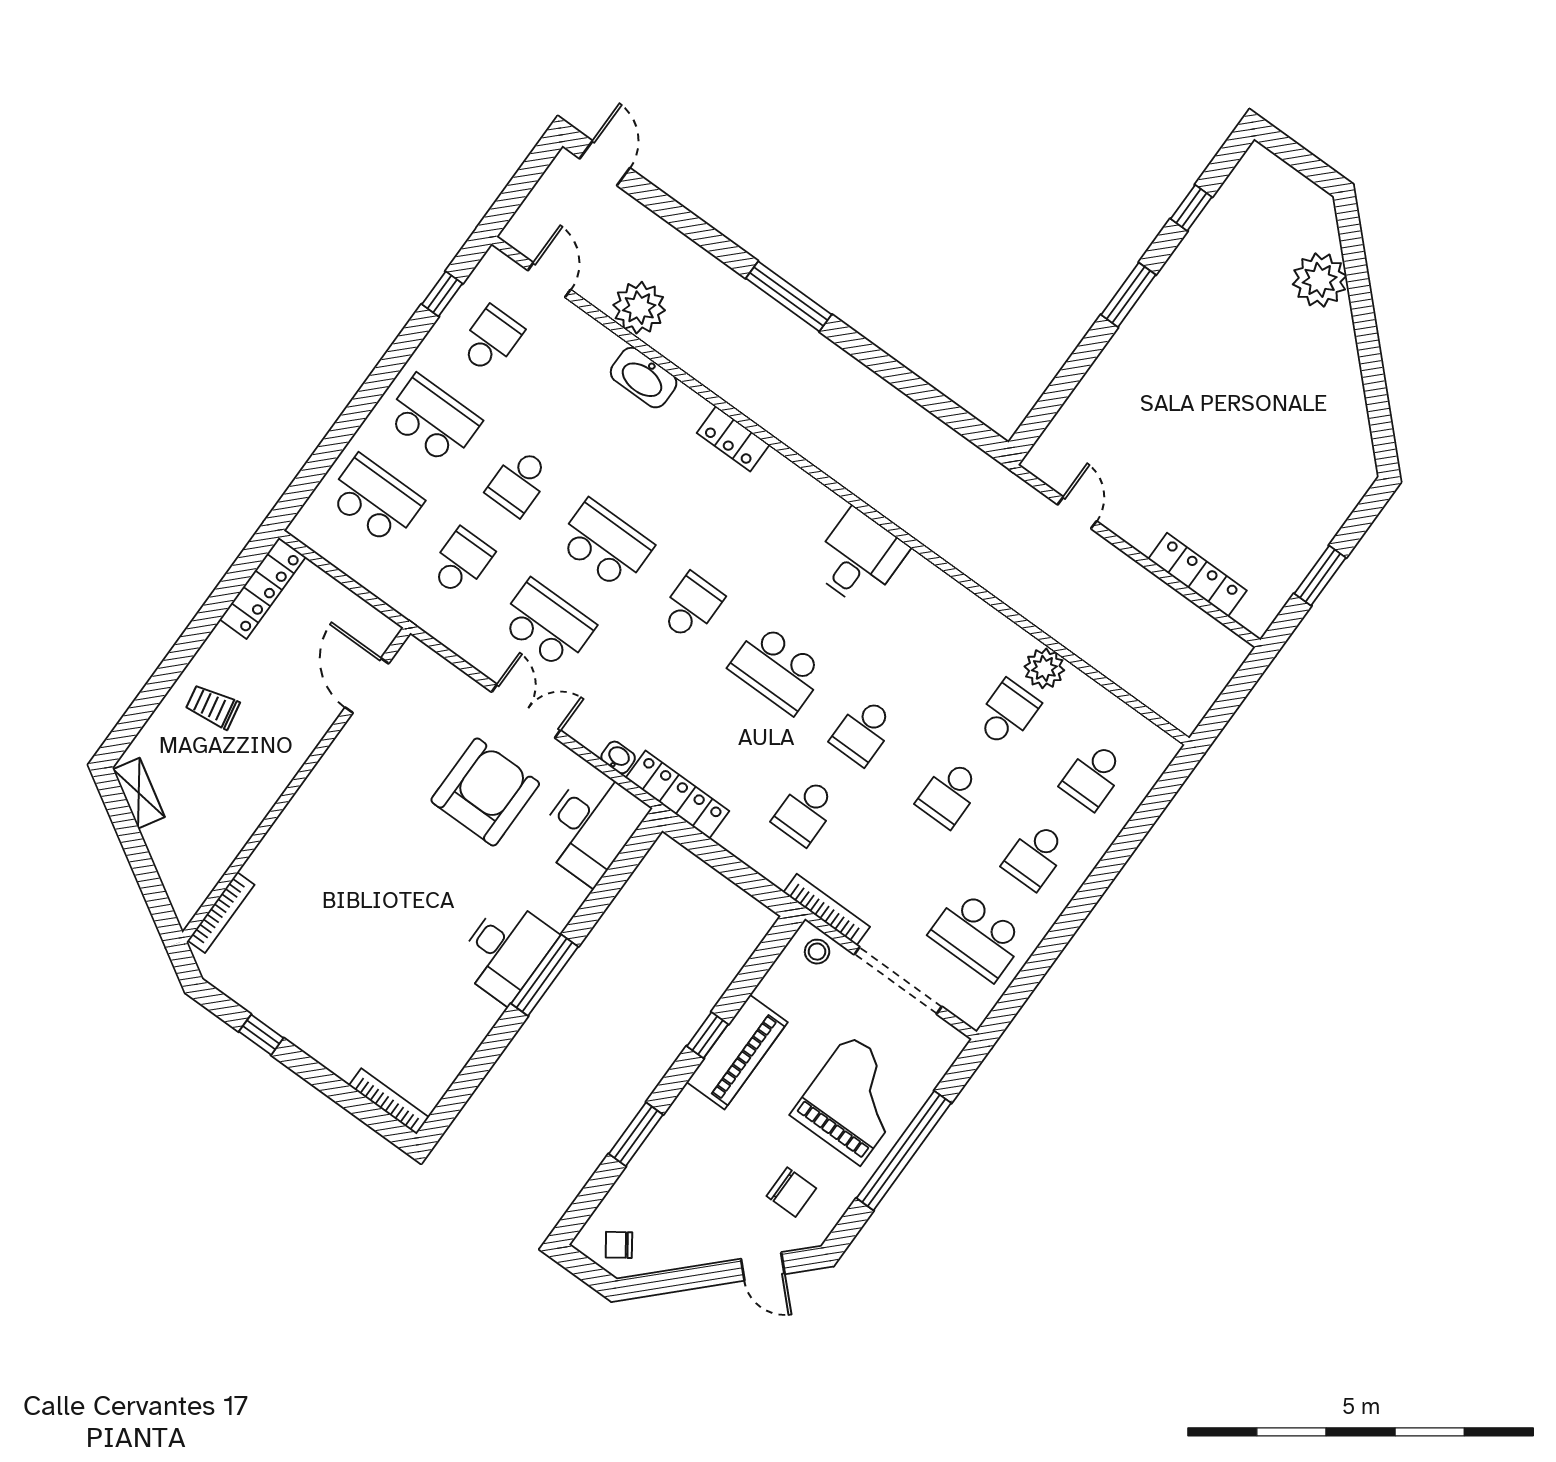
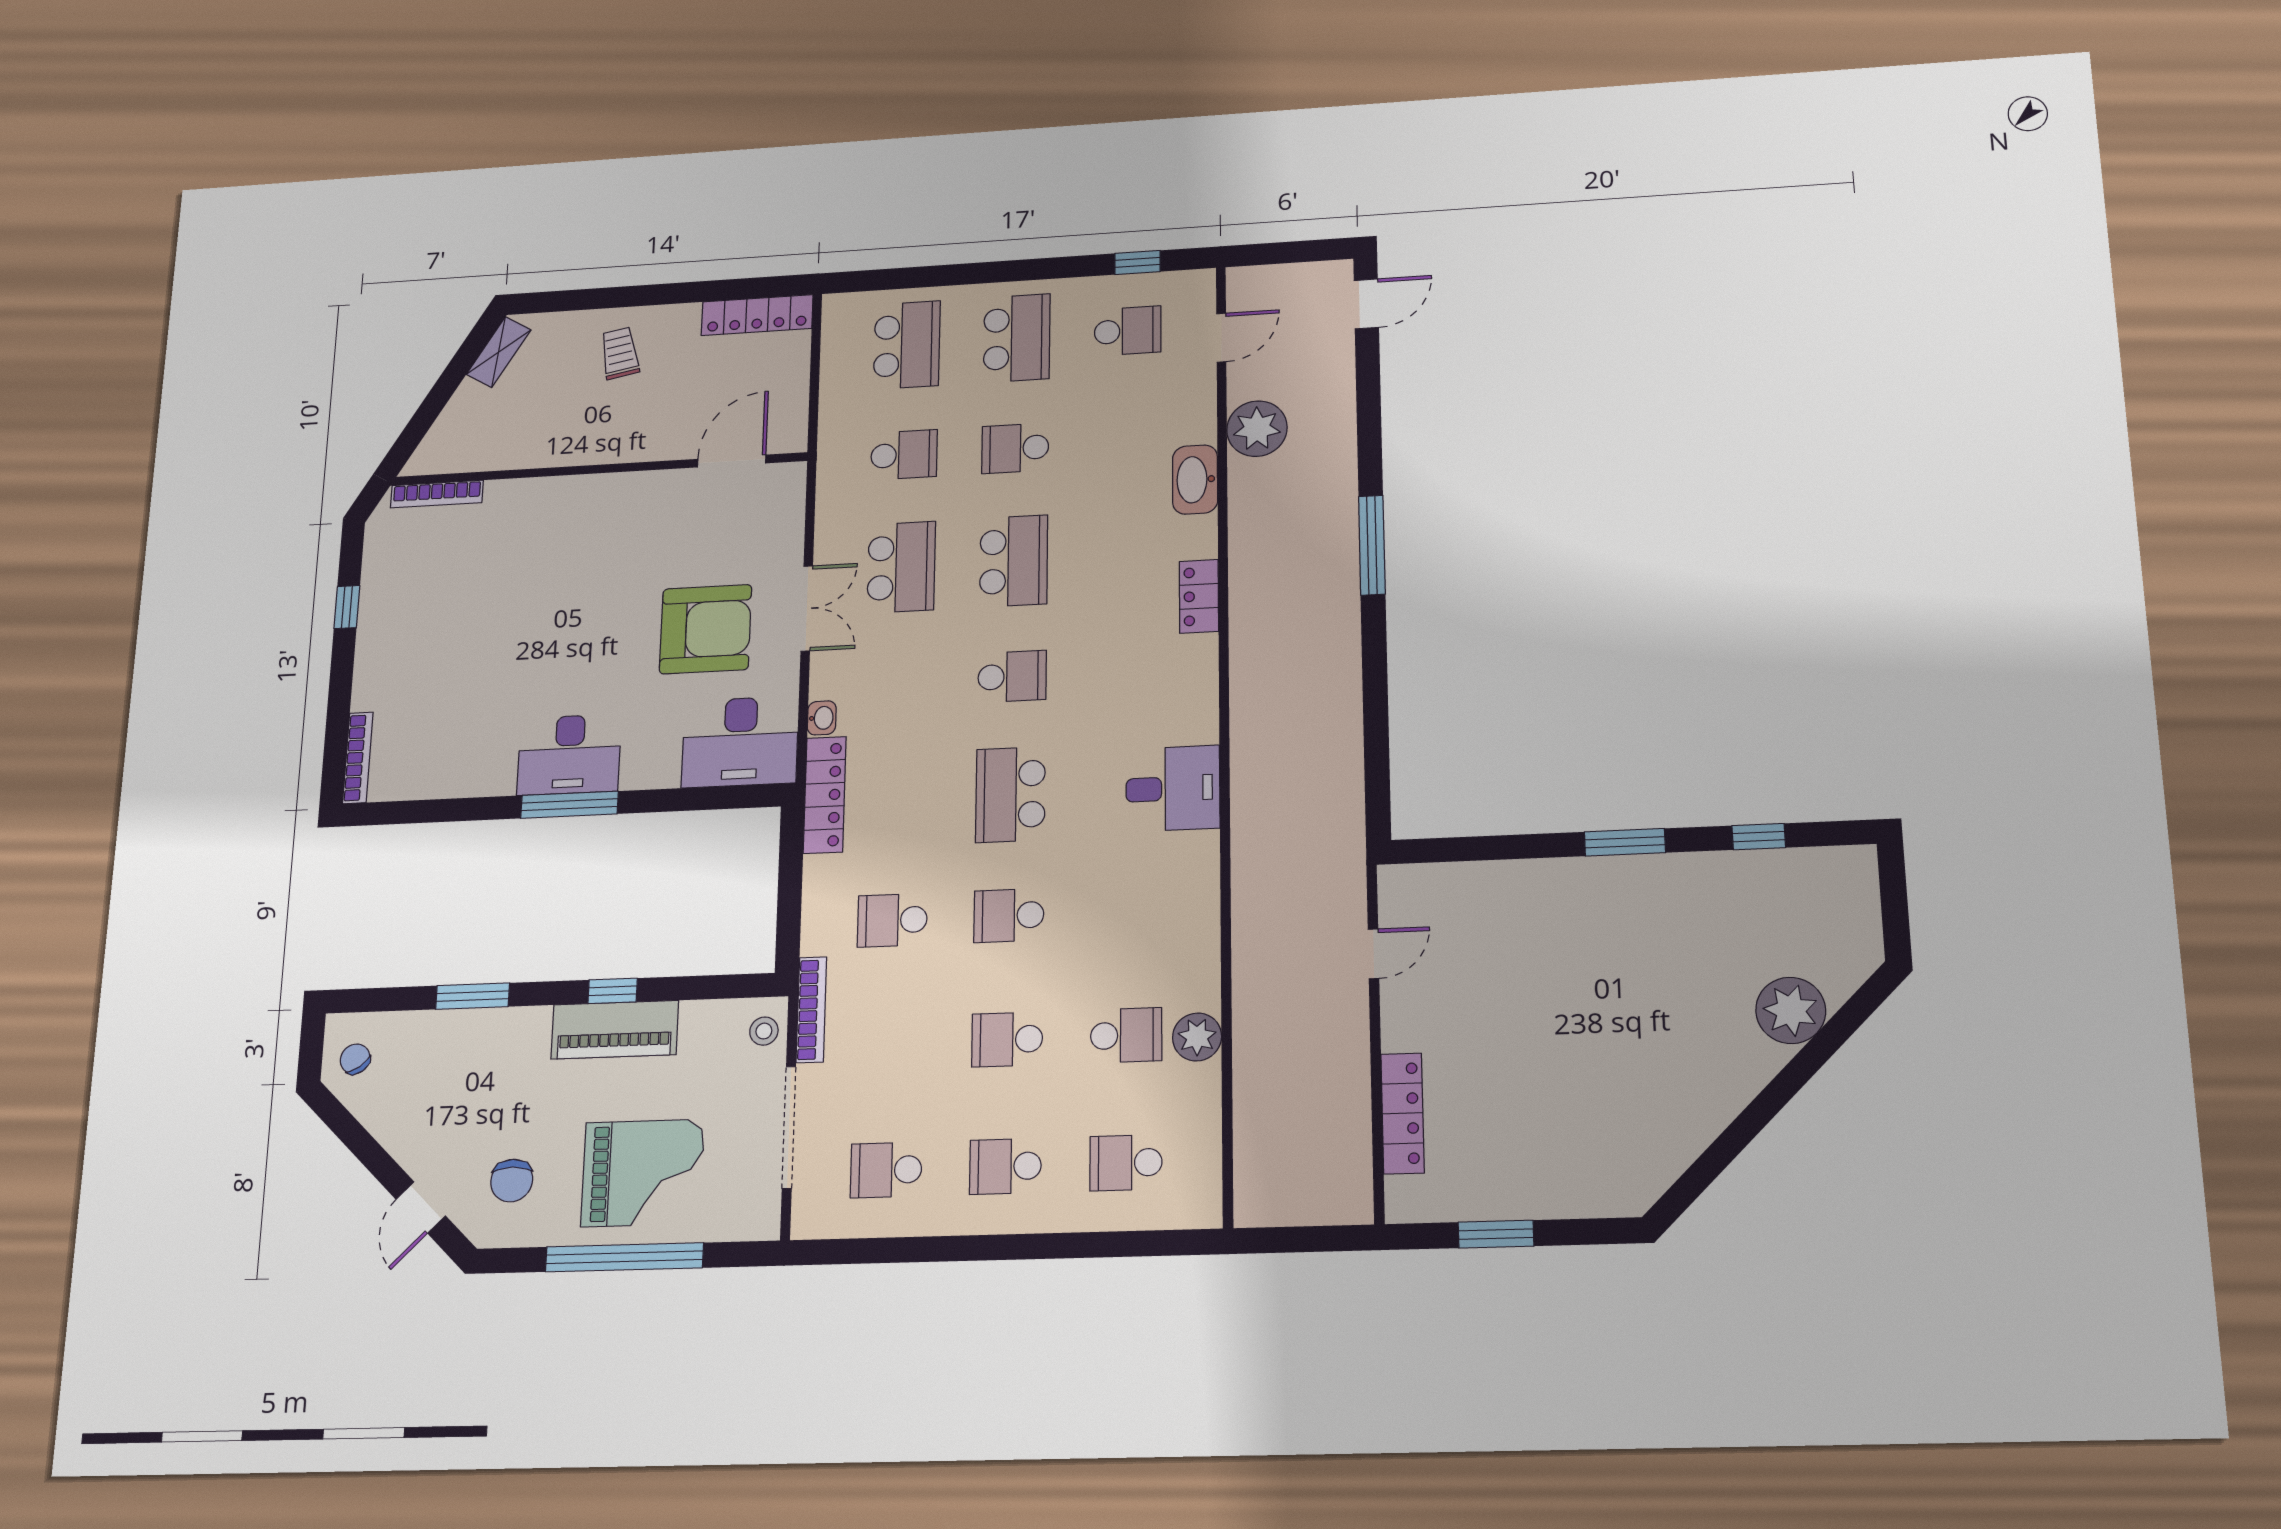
school desk: (977, 936) -> (886, 1170), width x0.54

